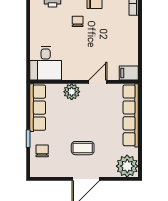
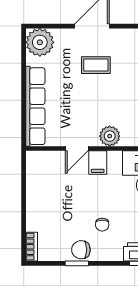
filing cabinet: (129, 73) -> (98, 163), moved, turned 90

